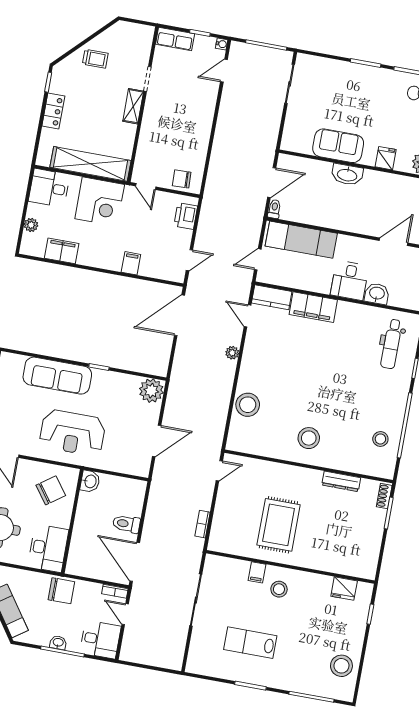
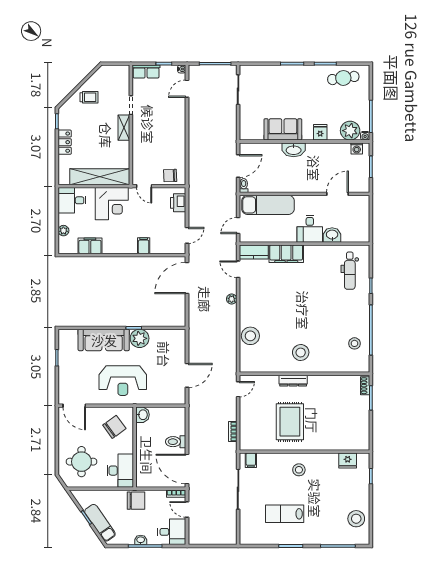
plant: (151, 391) -> (140, 338), moved
dresser: (341, 481) -> (293, 381), moved
filing cabinet: (257, 572) -> (251, 460), moved

